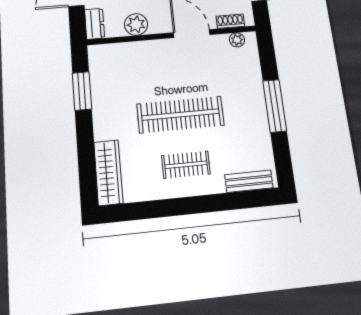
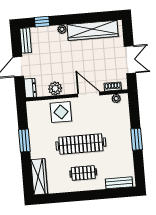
display table: (146, 62) -> (61, 112), added
window: (82, 91) -> (24, 141), moved
window: (275, 106) -> (137, 139), width x0.69

